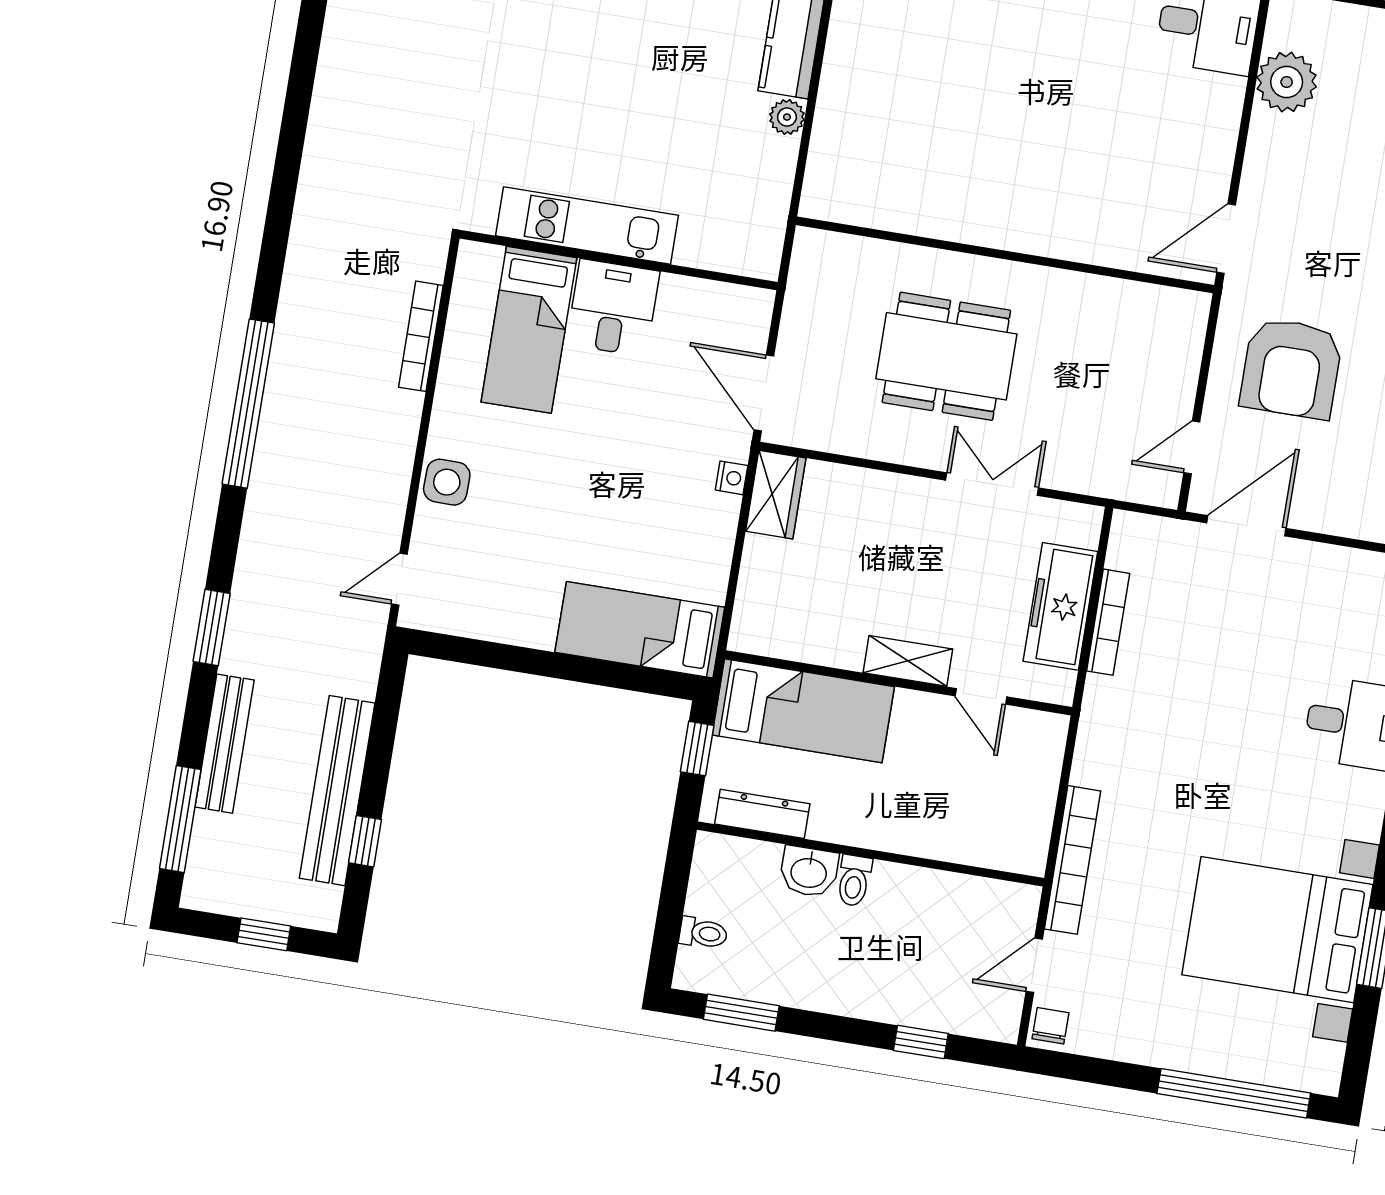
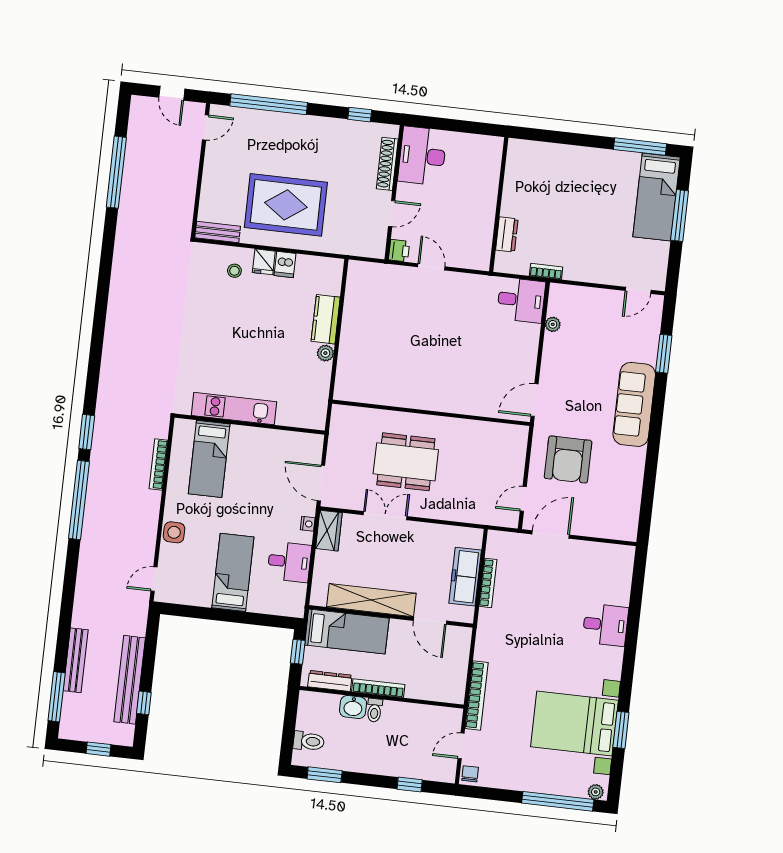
plant: (1287, 82) -> (553, 324), width x0.53, depth x0.53
desk: (613, 308) -> (289, 562), moved, turned 90
double door: (992, 484) -> (385, 516), moved
window: (212, 627) -> (87, 432), moved
bed: (640, 630) -> (233, 572), moved, turned 90
shelving: (908, 661) -> (371, 600), width x2.20, depth x1.33
door: (981, 696) -> (430, 621), width x1.38
bookcase: (864, 834) -> (378, 688), added
toilet: (703, 933) -> (309, 741), width x1.37, depth x1.39
plant: (1315, 1077) -> (596, 792), added

